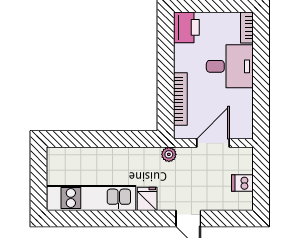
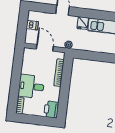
door: (213, 143) -> (45, 48), swing flipped

